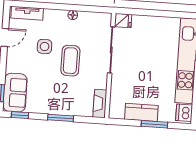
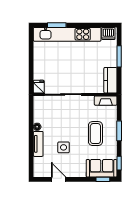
tv unit: (27, 13) -> (38, 144), moved
coffee table: (70, 61) -> (95, 134), moved, turned 90
kitchen counter: (141, 112) -> (110, 80), moved

